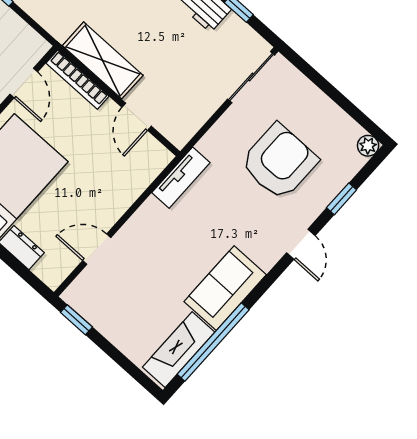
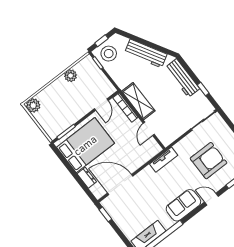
door: (301, 244) -> (211, 199), swing flipped
door: (97, 249) -> (120, 185), width x1.88
sofa: (225, 288) -> (183, 205), moved

